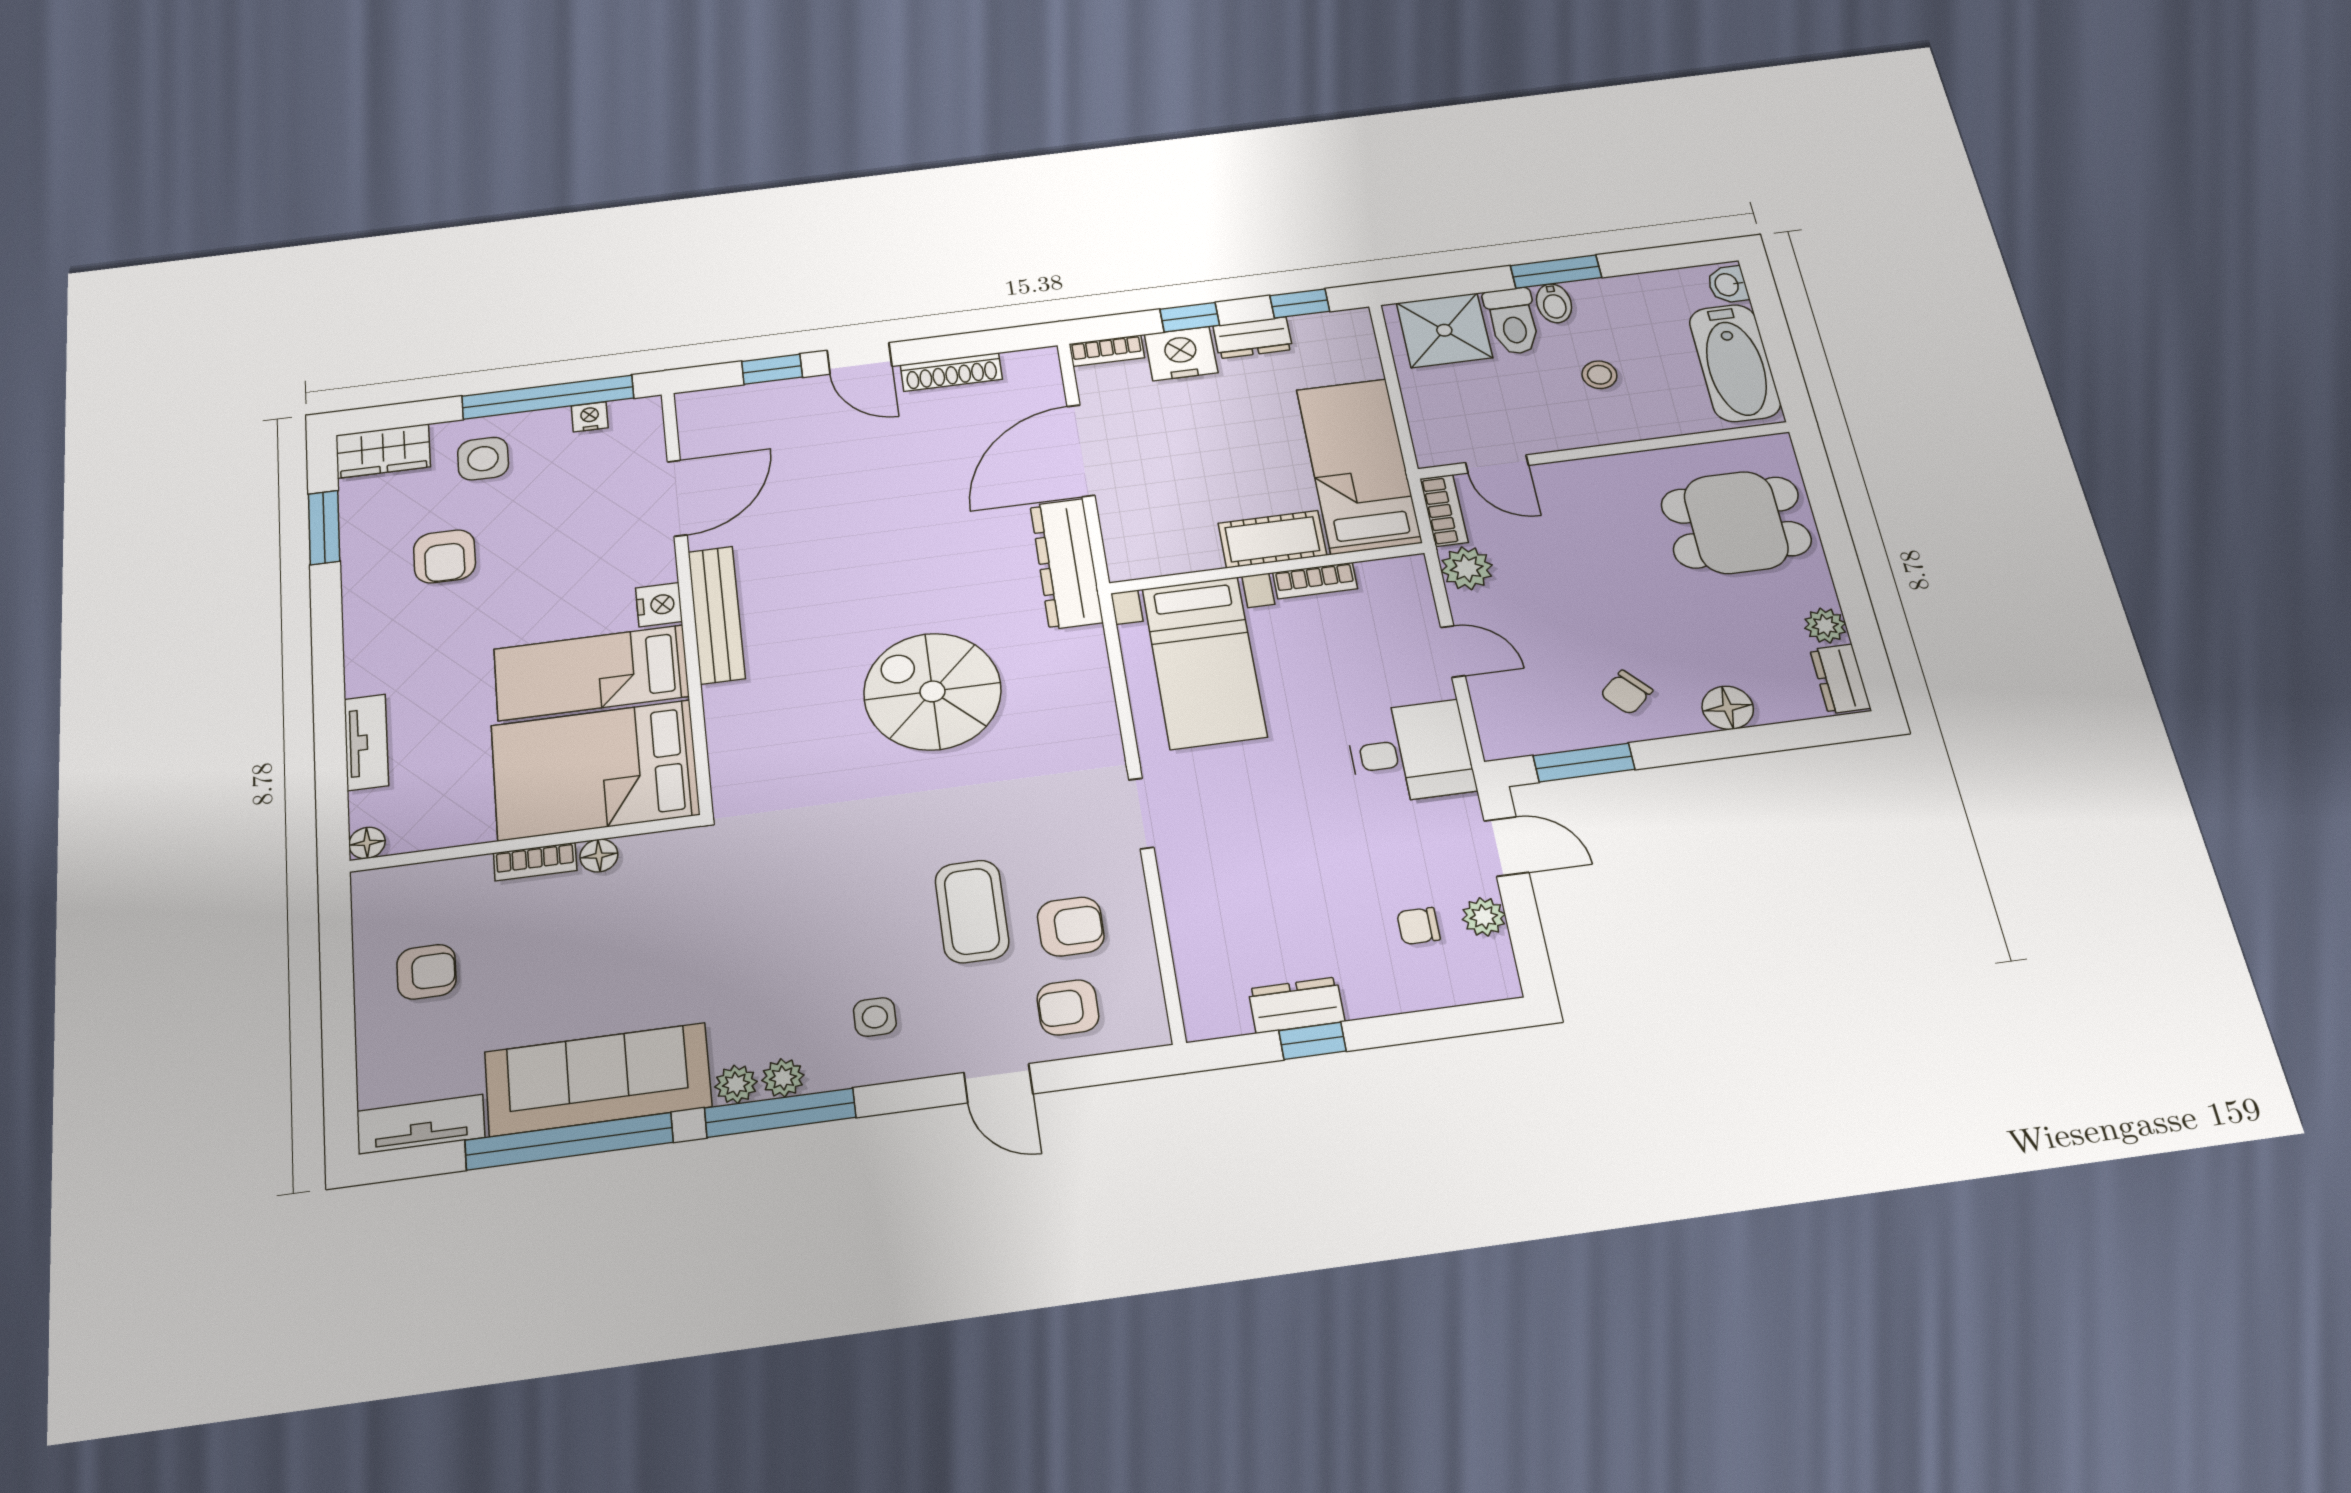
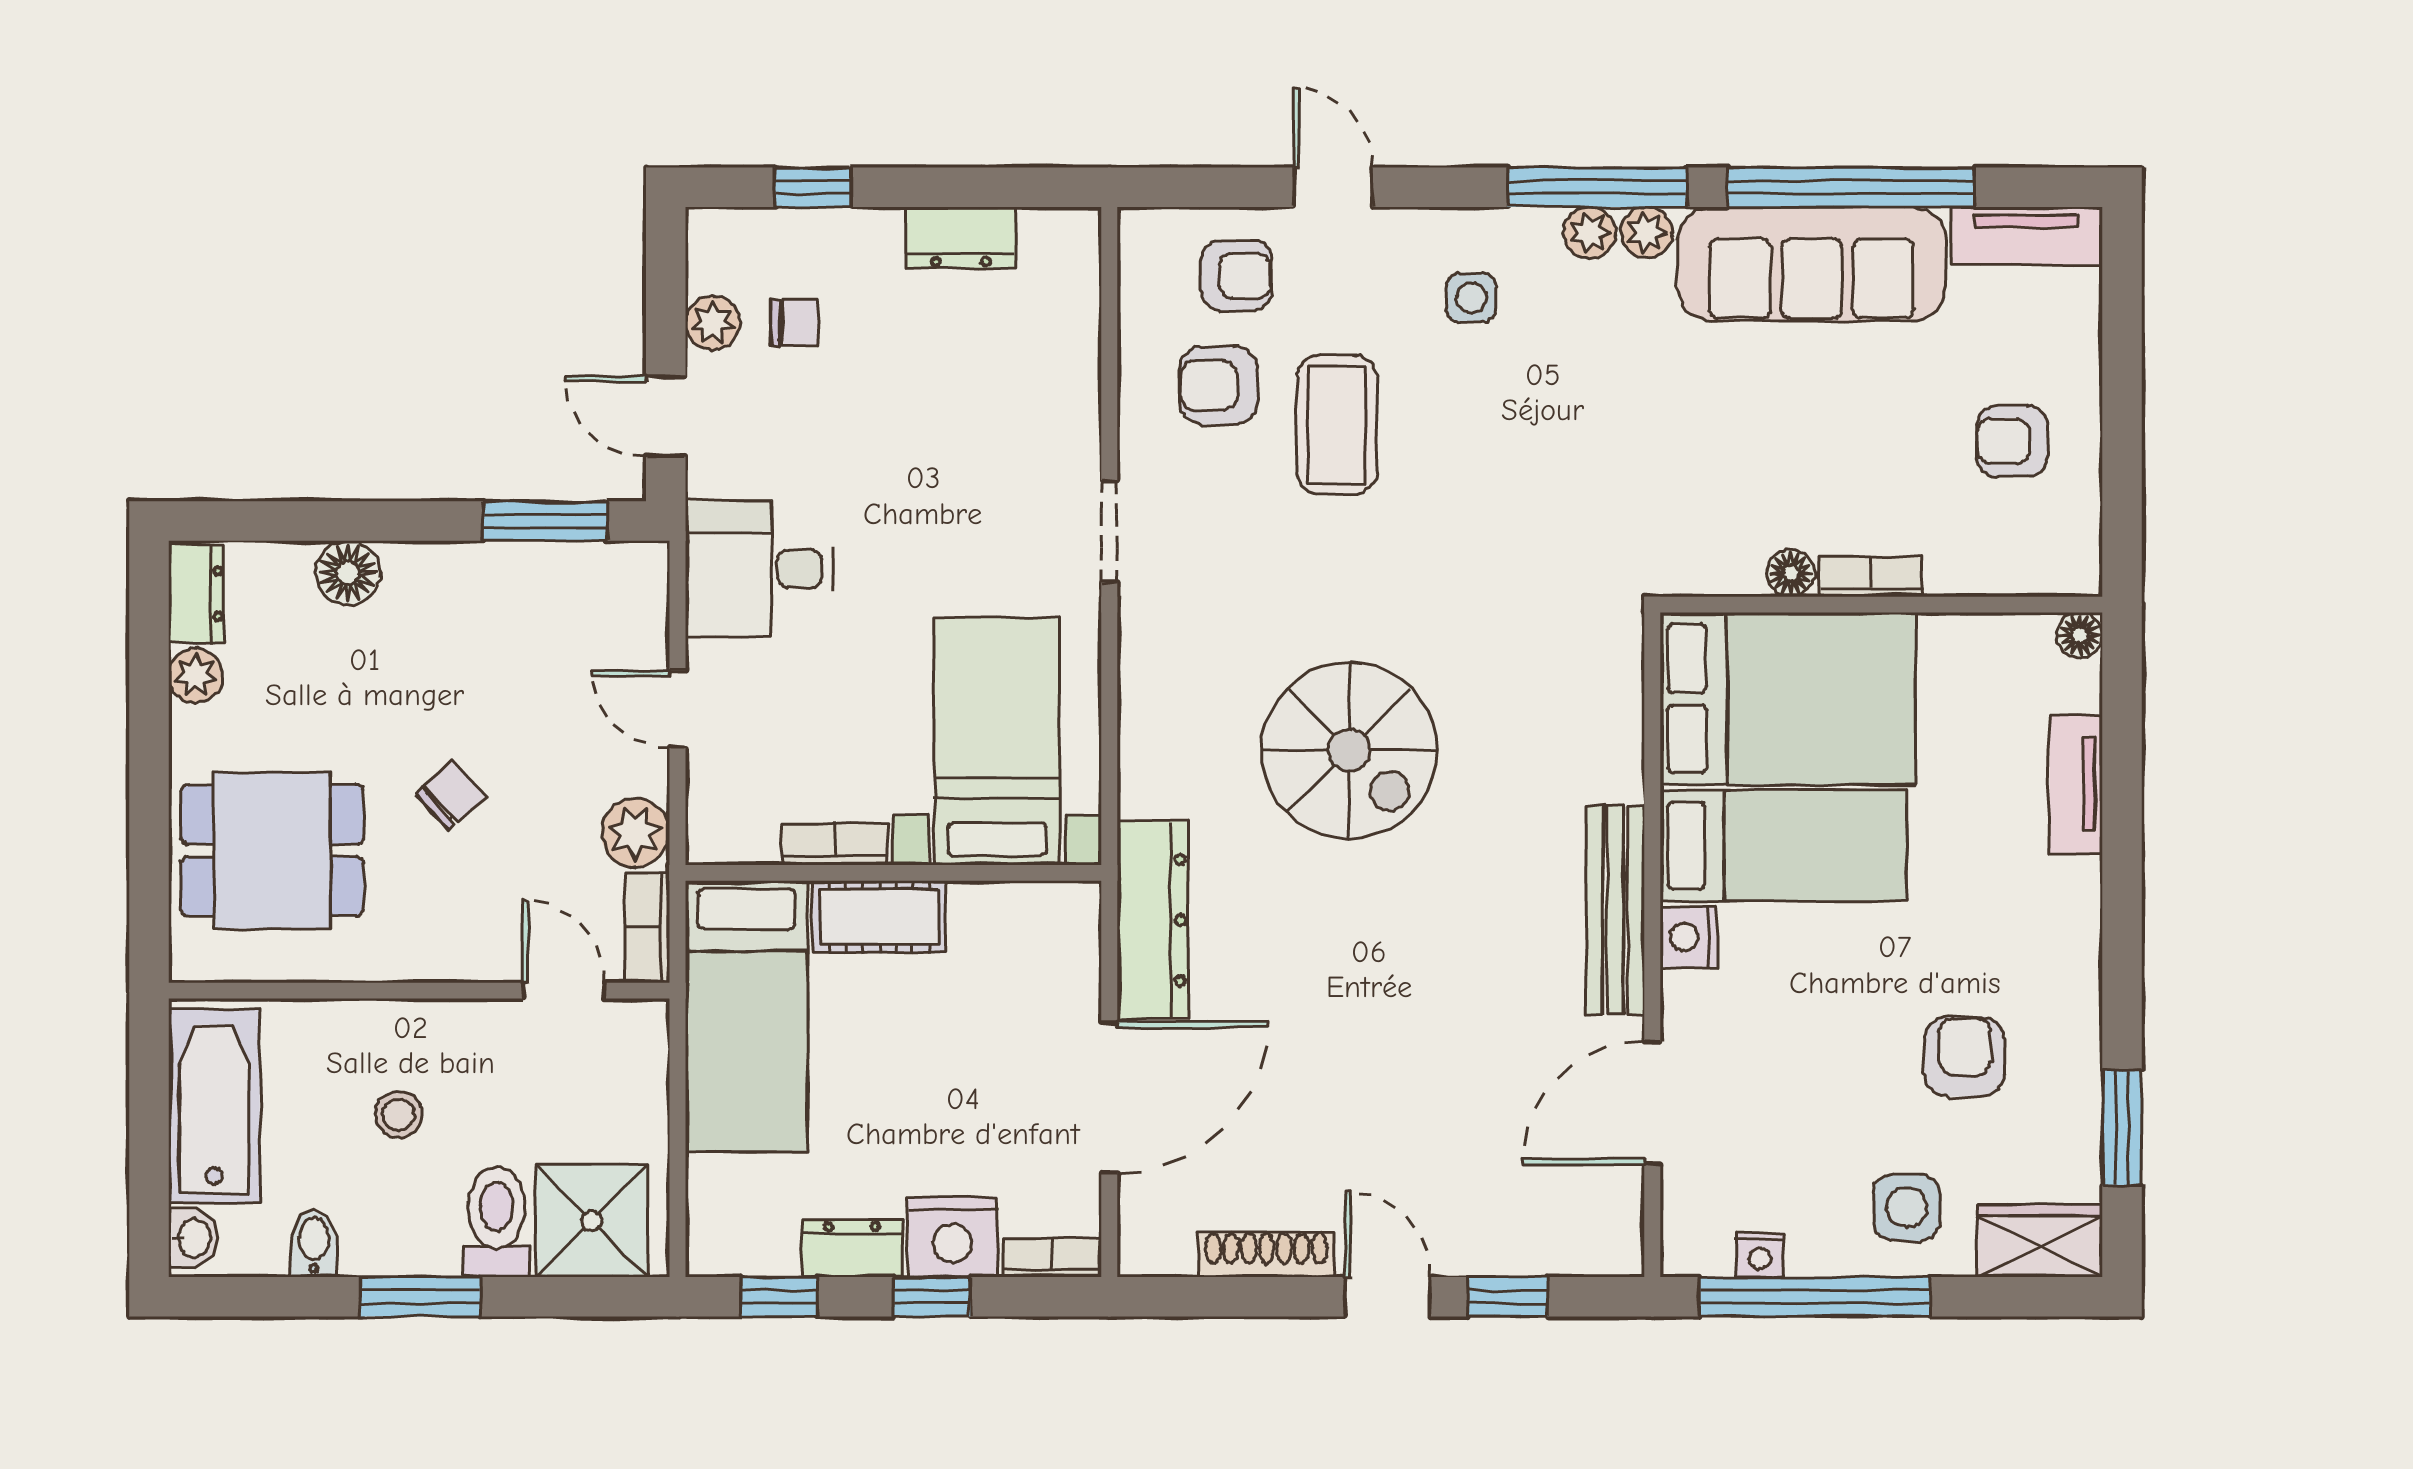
bidet: (1554, 303) -> (314, 1243), moved
chair: (1626, 692) -> (451, 795), moved
window: (1312, 1041) -> (813, 187), moved

